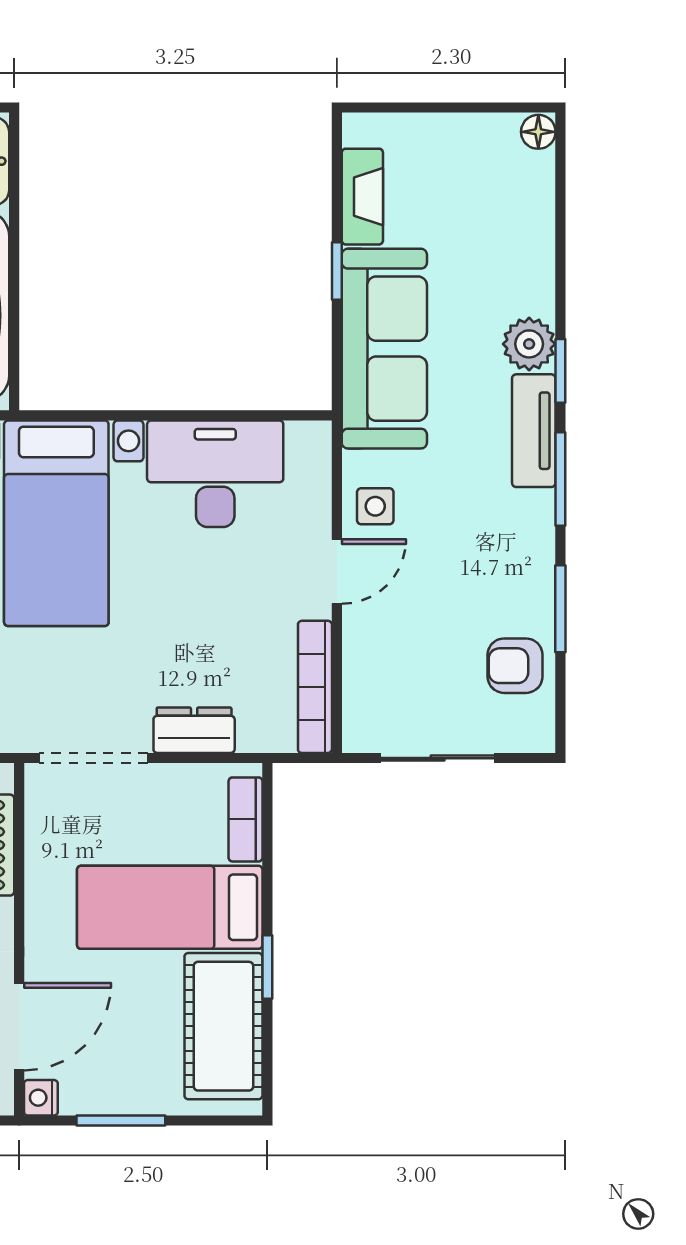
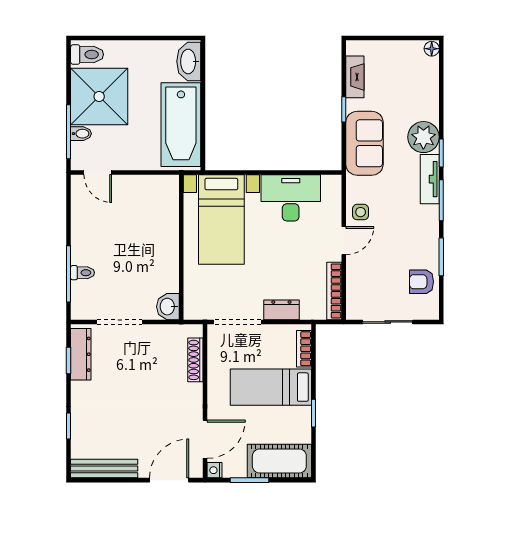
plant: (529, 344) -> (423, 137), width x1.36, depth x1.36
sofa: (384, 349) -> (364, 143), width x0.73
cot: (223, 1026) -> (279, 461), moved, turned 90

